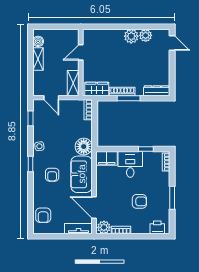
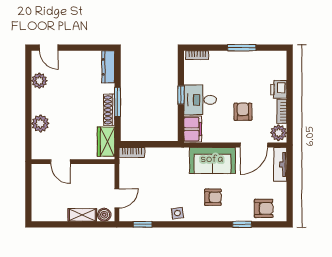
plant: (131, 36) -> (40, 123), moved
boiler: (38, 41) -> (104, 215), moved
door: (172, 43) -> (49, 48), swing flipped
shelving: (38, 59) -> (82, 215), moved
shelving: (73, 83) -> (99, 171), removed
floor lamp: (84, 147) -> (178, 158), removed
window: (146, 149) -> (181, 95), moved
window: (30, 164) -> (242, 224), moved
armchair: (139, 201) -> (243, 112), moved
printer: (157, 227) -> (279, 89), moved

